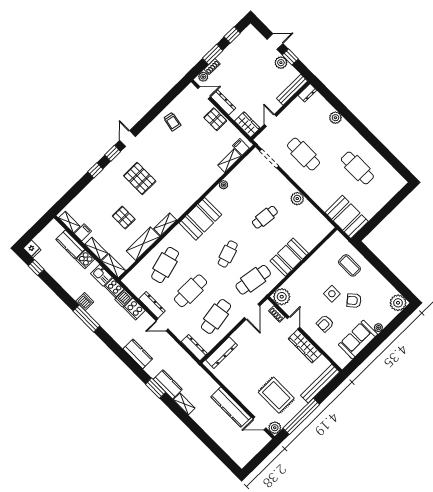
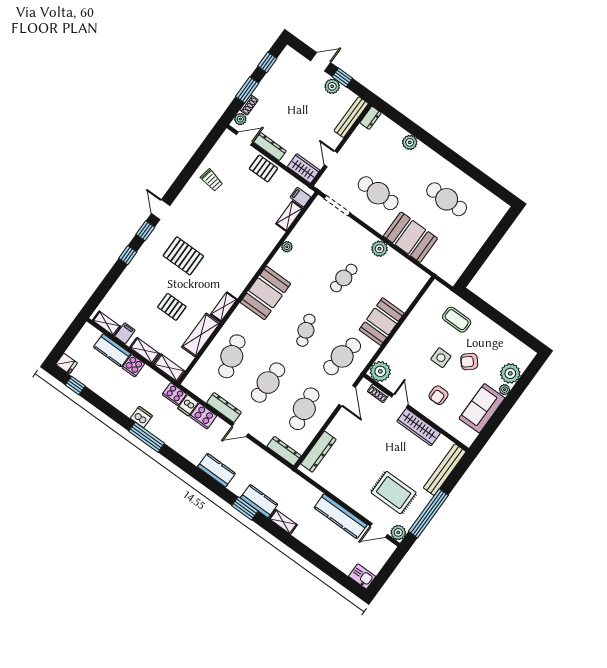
booth: (347, 217) -> (410, 237), moved
kitchen sink: (101, 275) -> (362, 576), moved, turned 180
plant: (398, 303) -> (510, 373), moved

